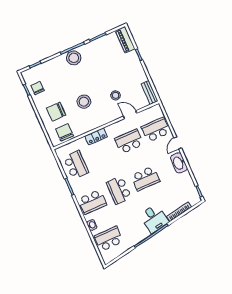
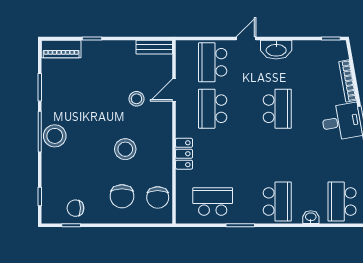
chair: (64, 132) -> (158, 197), turned -90
door: (178, 143) -> (246, 39), swing flipped
school desk: (119, 190) -> (277, 155), removed

